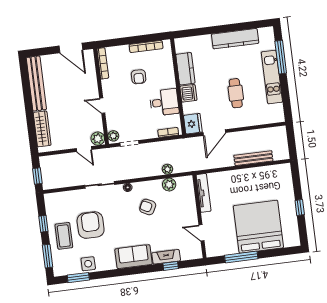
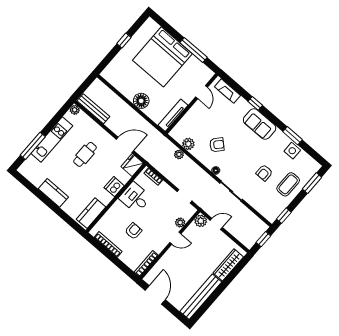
kitchen counter: (235, 39) -> (53, 193), width x0.67
kitchen counter: (185, 69) -> (91, 213), moved
door: (102, 106) -> (175, 238), hinge flipped
plant: (279, 117) -> (75, 110), added
plant: (113, 136) -> (180, 223), moved
door: (84, 149) -> (216, 224), hinge flipped
bench: (253, 158) -> (93, 109), moved
floor lamp: (238, 178) -> (141, 101), added
armchair: (148, 207) -> (217, 145), turned -75
window: (43, 224) -> (284, 216), moved
armchair: (91, 225) -> (264, 173), width x0.53, depth x0.53
fireplace: (166, 257) -> (228, 91), moved
window: (171, 266) -> (255, 103), moved
window: (78, 278) -> (292, 136), moved

